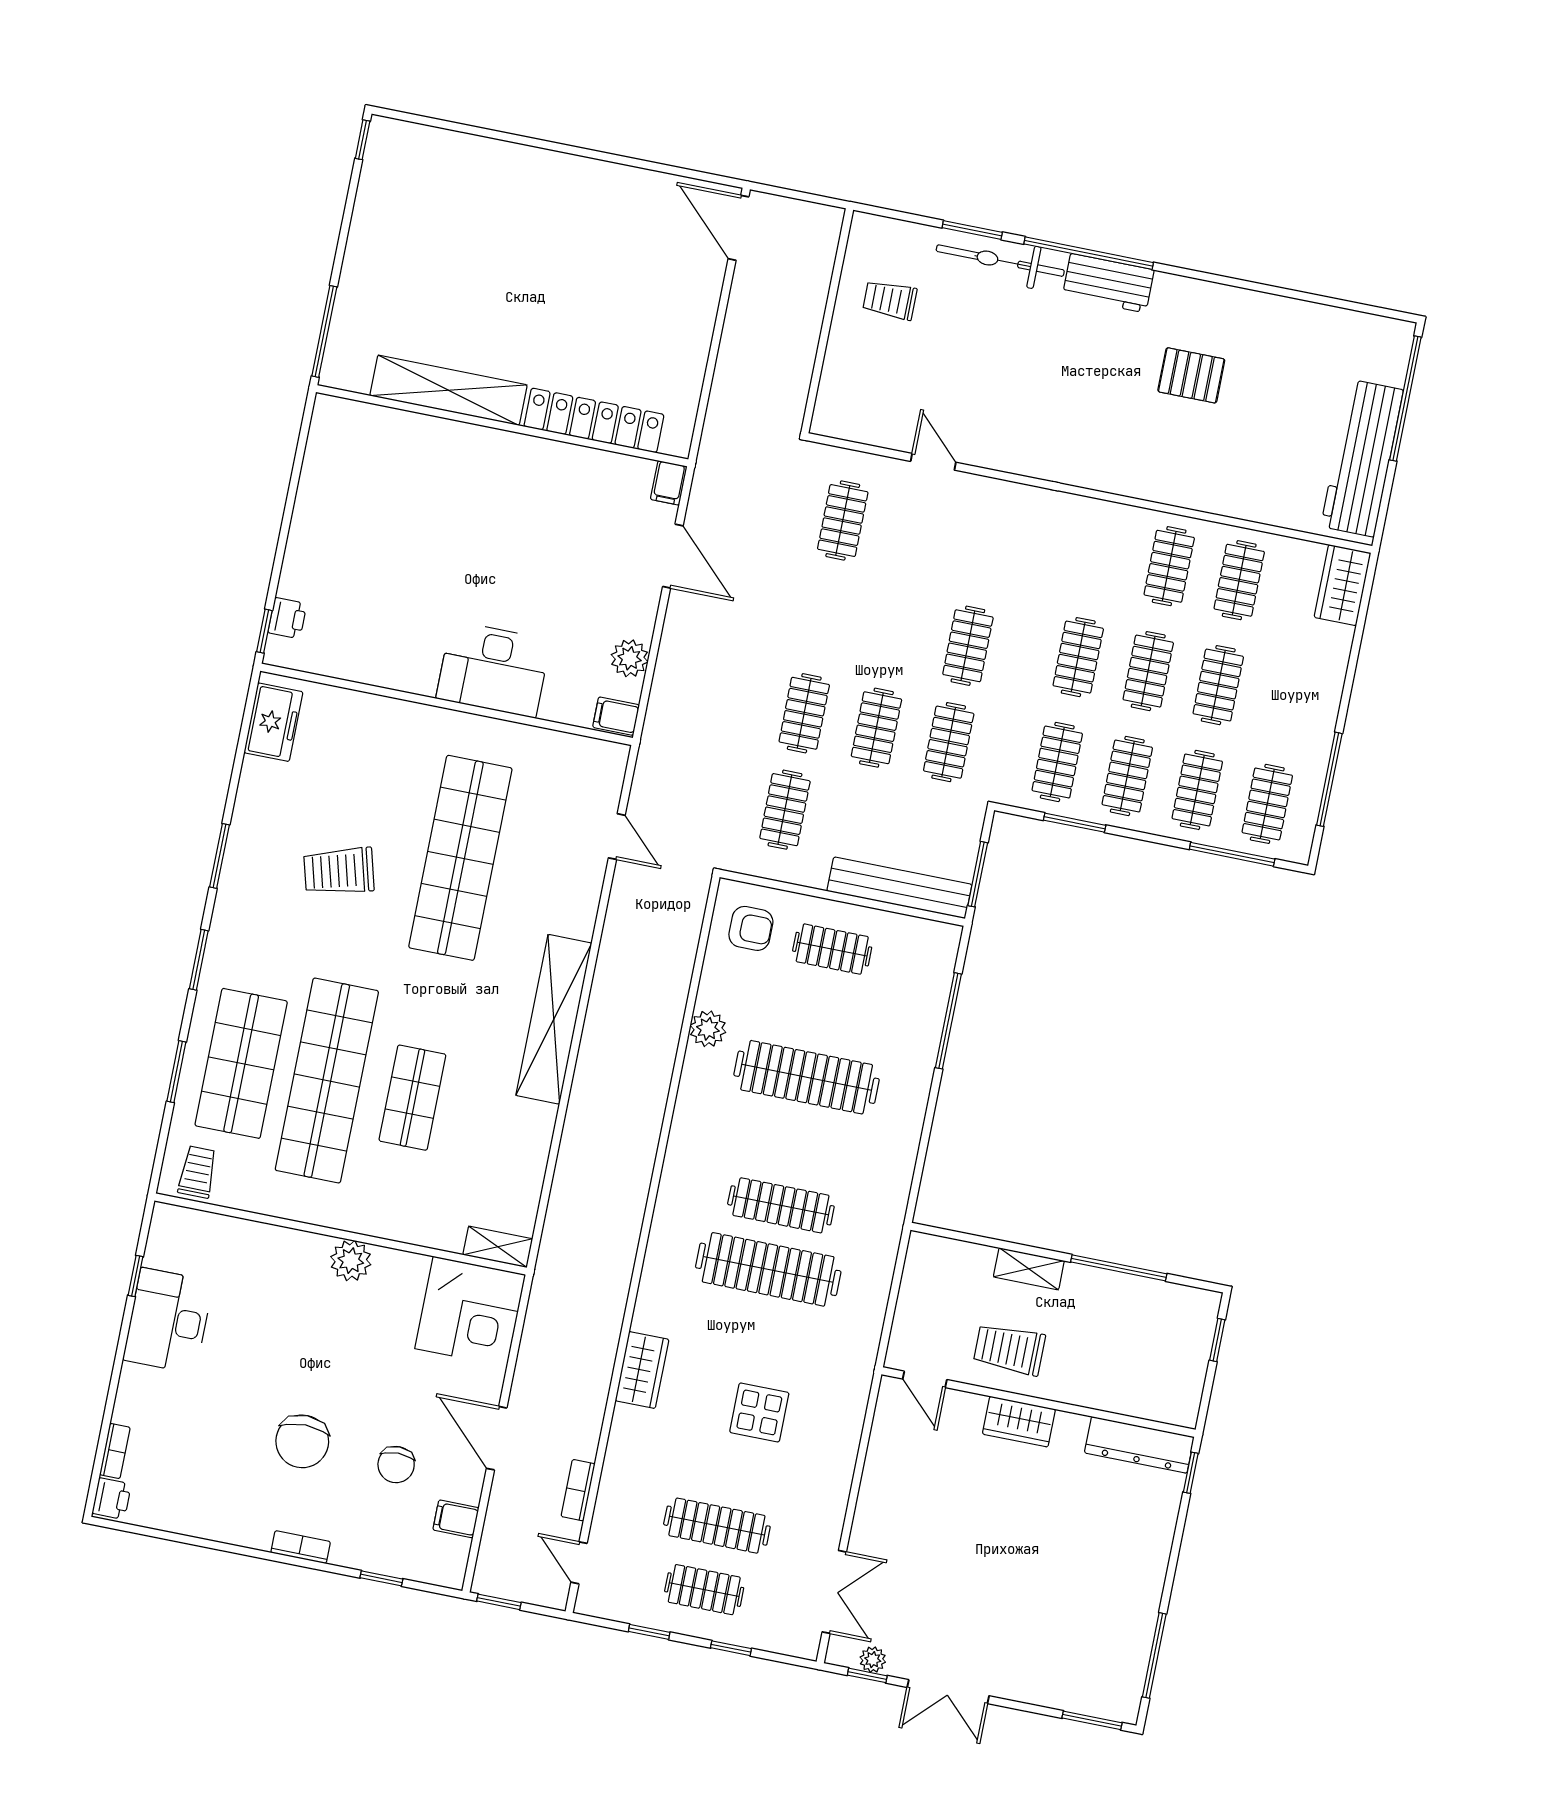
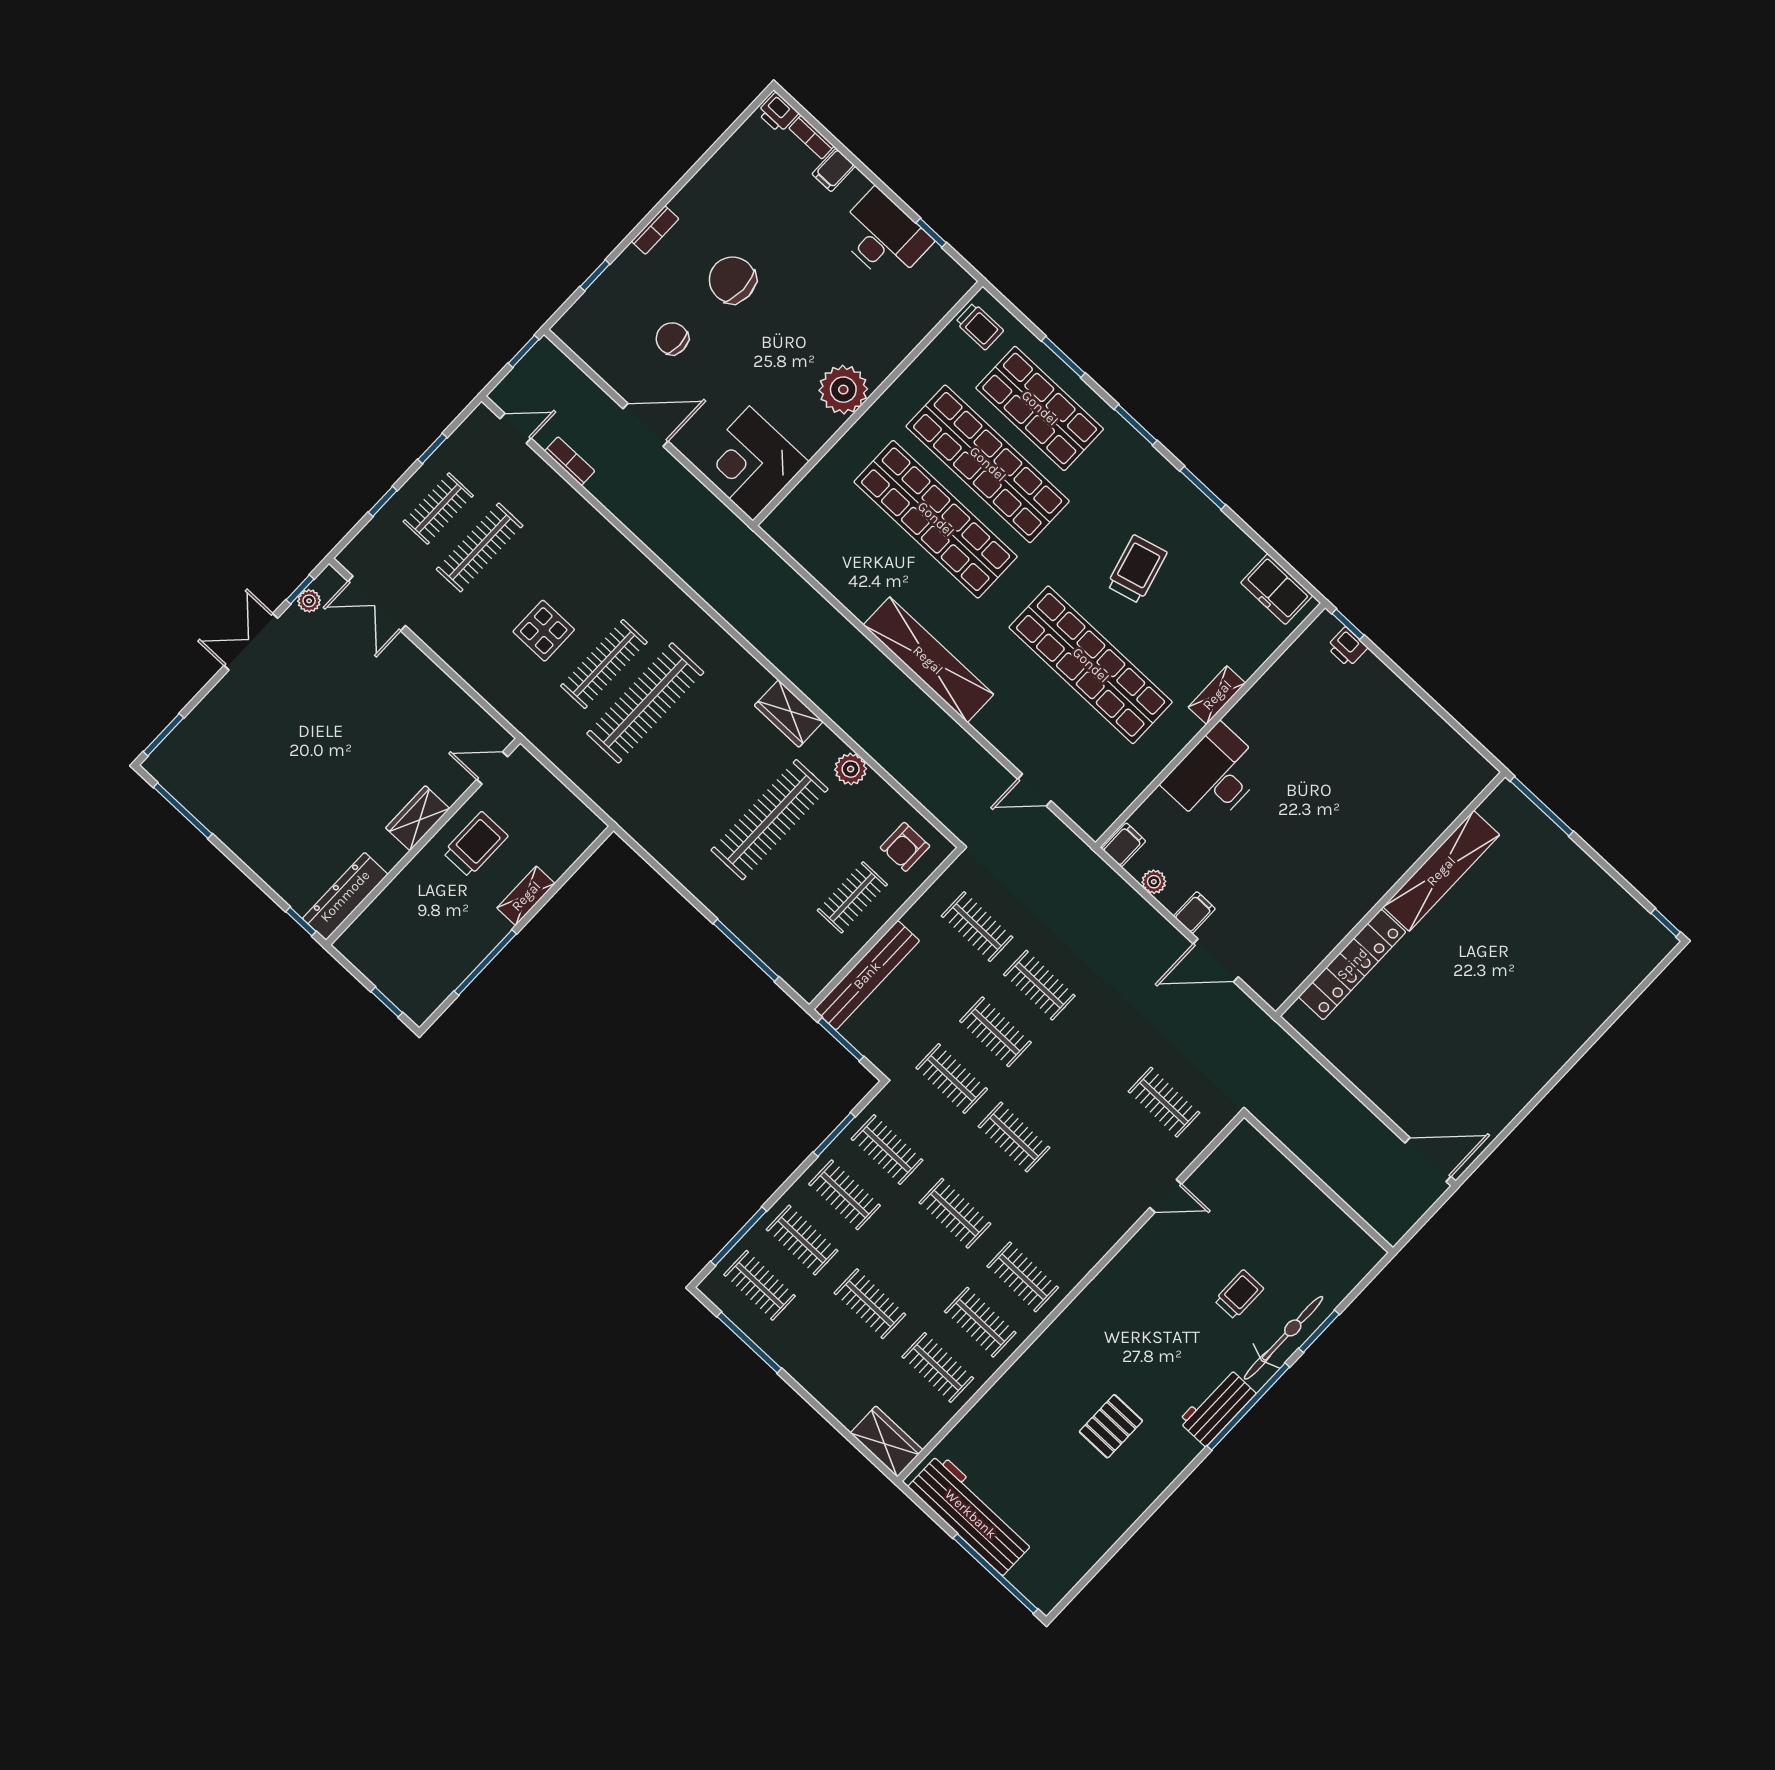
trolley: (890, 300) -> (1239, 1294), moved
filing cabinet: (669, 483) -> (1194, 912), moved, turned 90
plant: (630, 658) -> (1154, 882), width x0.73, depth x0.73
clothes rail: (1148, 671) -> (1023, 1277), moved
shop shelf: (412, 1098) -> (936, 519), width x2.00, depth x1.36
clothes rail: (781, 1205) -> (604, 664), moved
shelving: (498, 1247) -> (1217, 695), moved
plant: (351, 1261) -> (843, 390), width x1.36, depth x1.36
wardrobe: (642, 1370) -> (789, 714), moved
filing cabinet: (456, 1519) -> (834, 170), moved, turned 180

